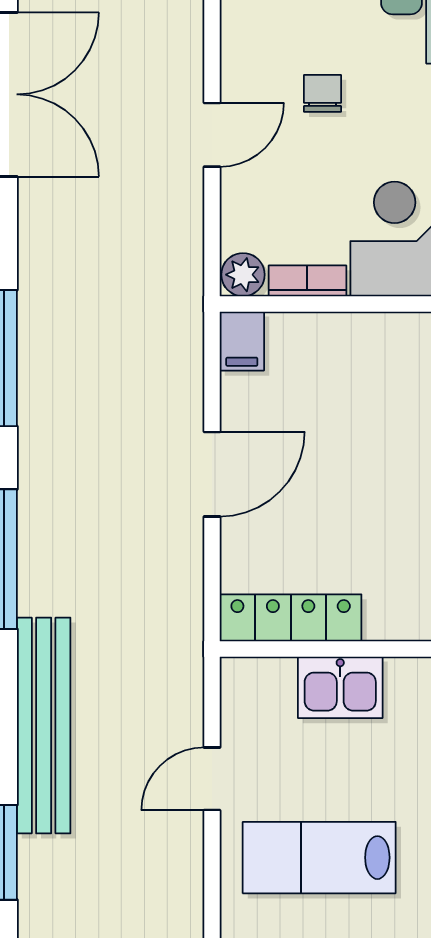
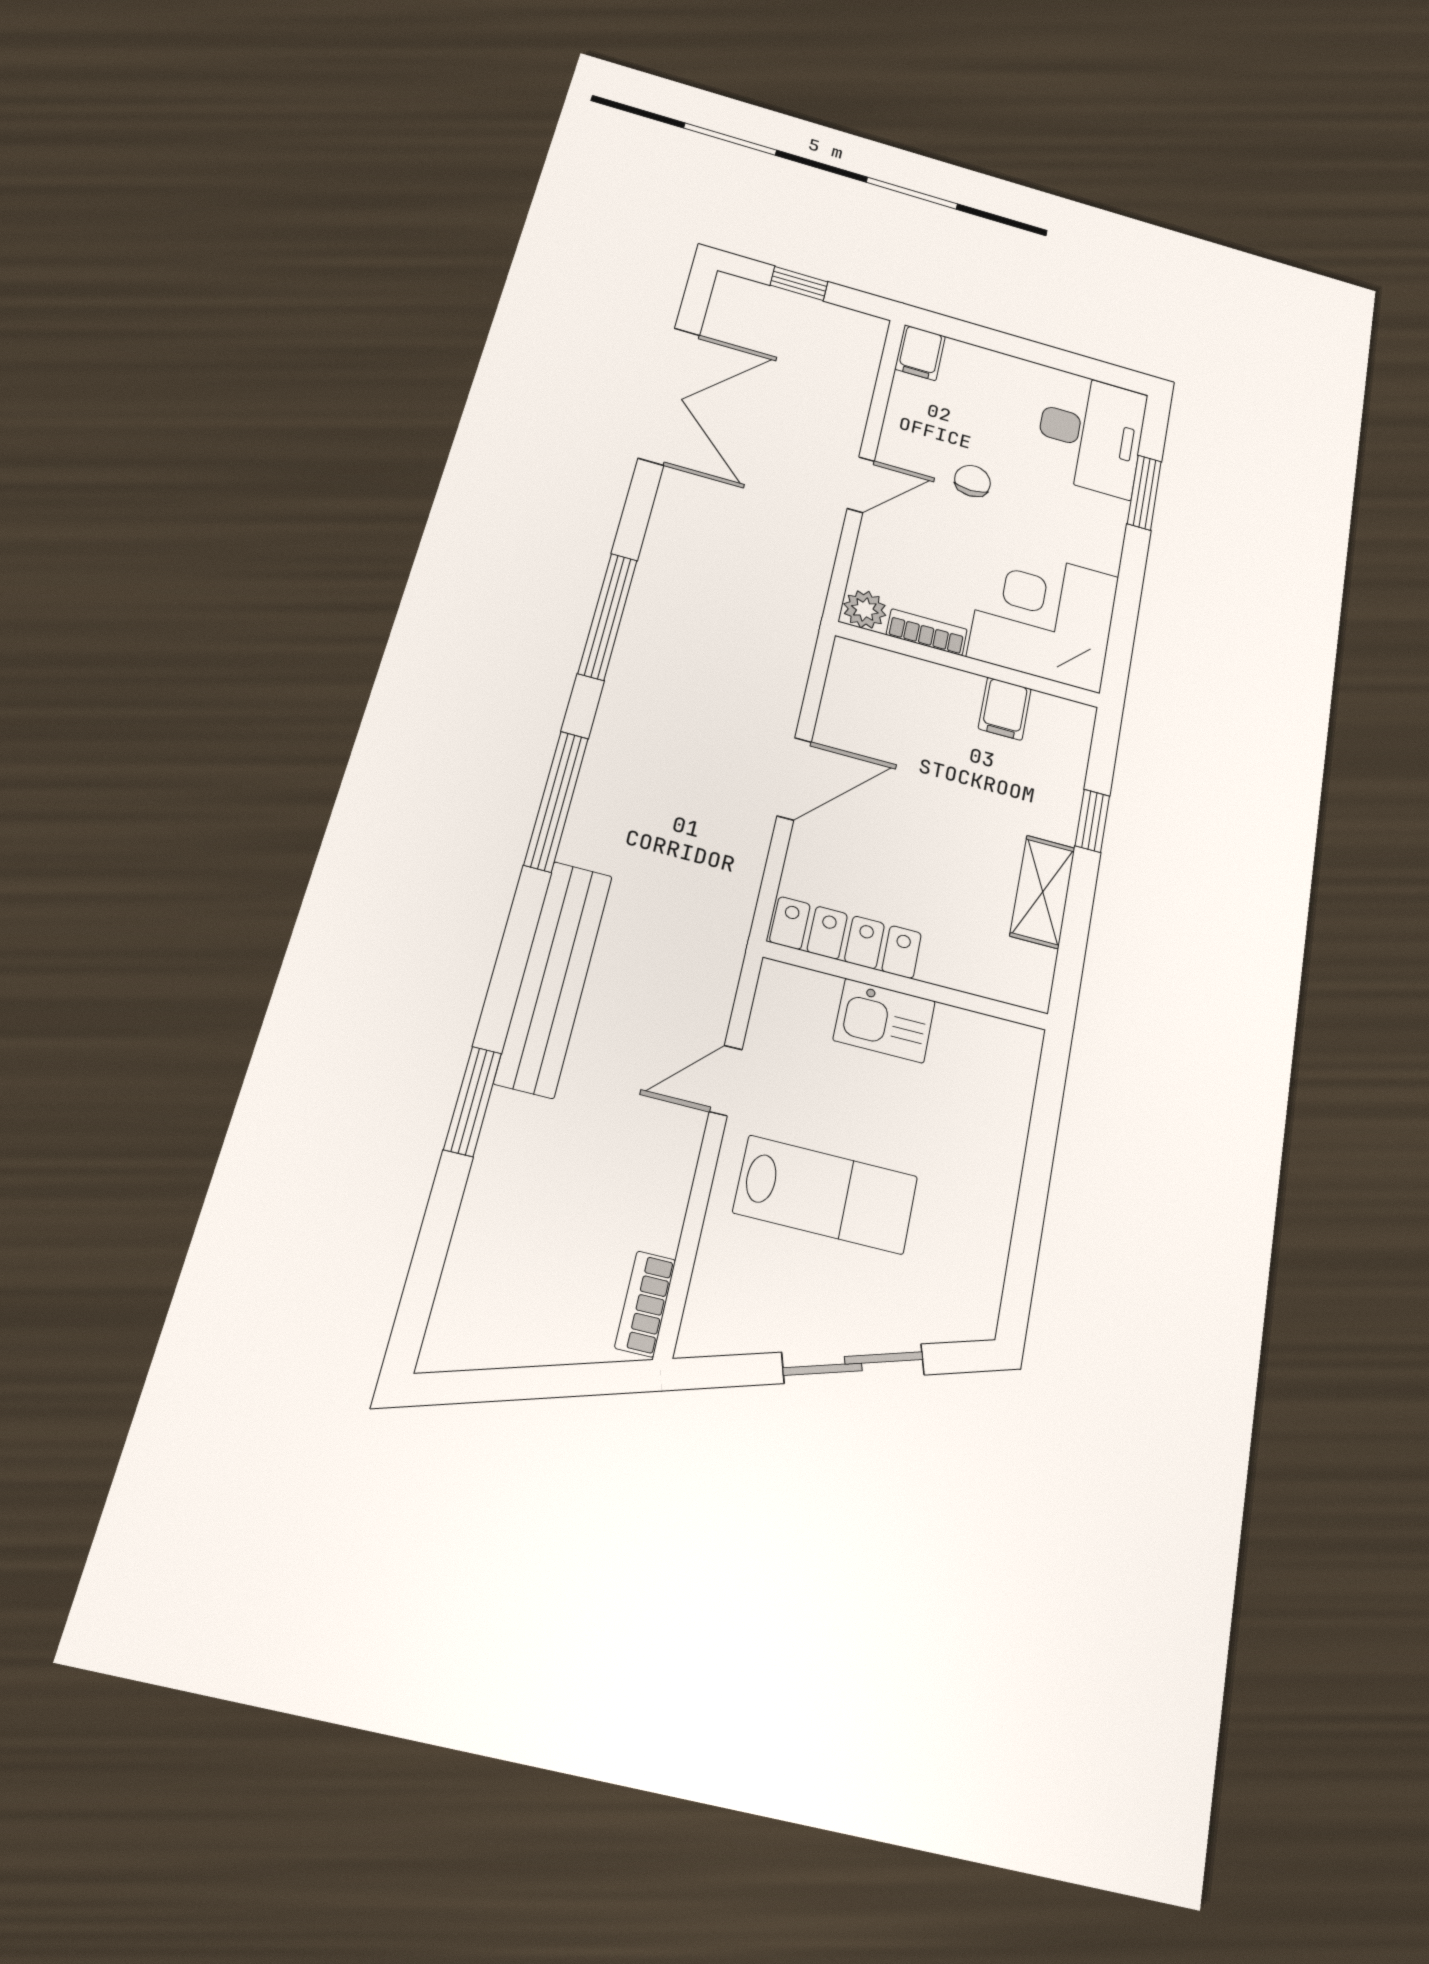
filing cabinet: (242, 341) -> (1005, 709), moved
lab bench: (319, 858) -> (826, 1195), turned 180

